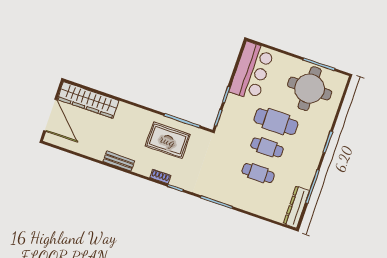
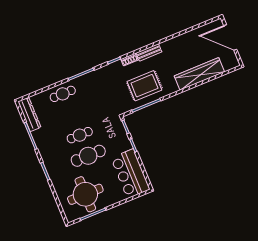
wardrobe: (88, 100) -> (199, 74), moved
bench: (119, 161) -> (149, 52), moved
cafe table: (258, 173) -> (63, 94), moved

